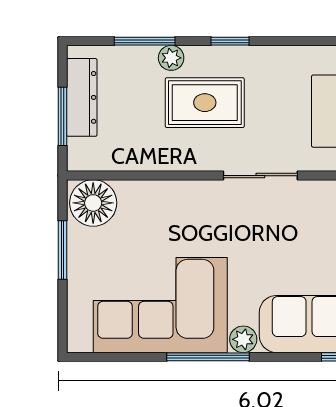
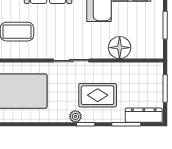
plant: (171, 58) -> (75, 116), moved
dresser: (82, 97) -> (144, 115), moved, turned 90
floor lamp: (93, 203) -> (120, 48), moved

